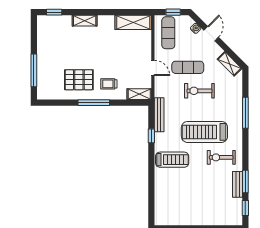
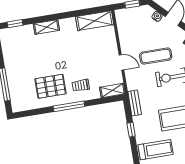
exercise mat: (168, 33) -> (131, 25), removed
bench: (159, 115) -> (135, 103), width x0.73

